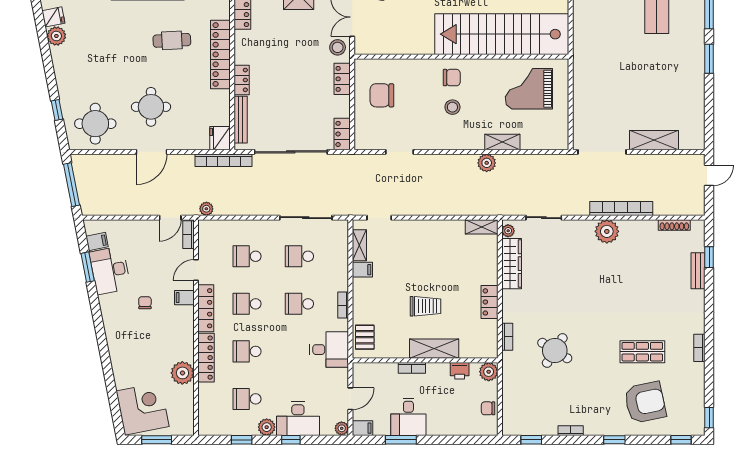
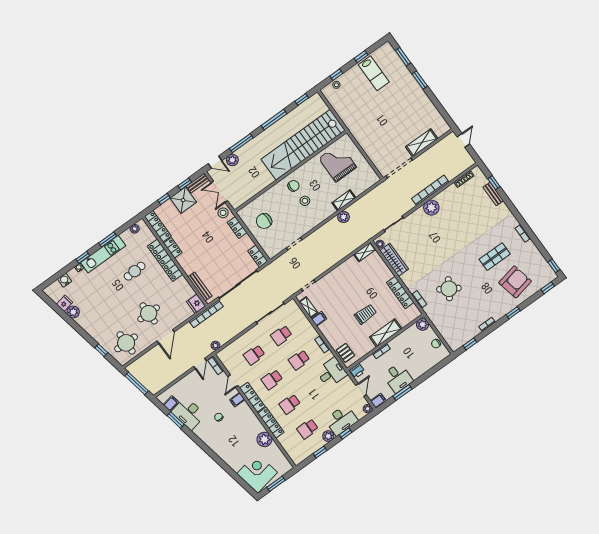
locker: (242, 80) -> (173, 248), moved
grand piano: (529, 89) -> (338, 163), turned 90
locker: (490, 302) -> (400, 292), width x1.53
printer: (460, 371) -> (357, 371), moved

